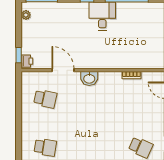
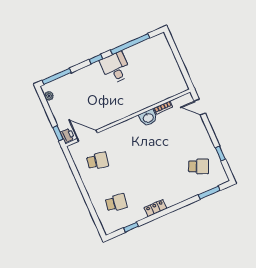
door: (63, 70) -> (87, 136), moved
washbasin: (89, 78) -> (148, 118), moved

